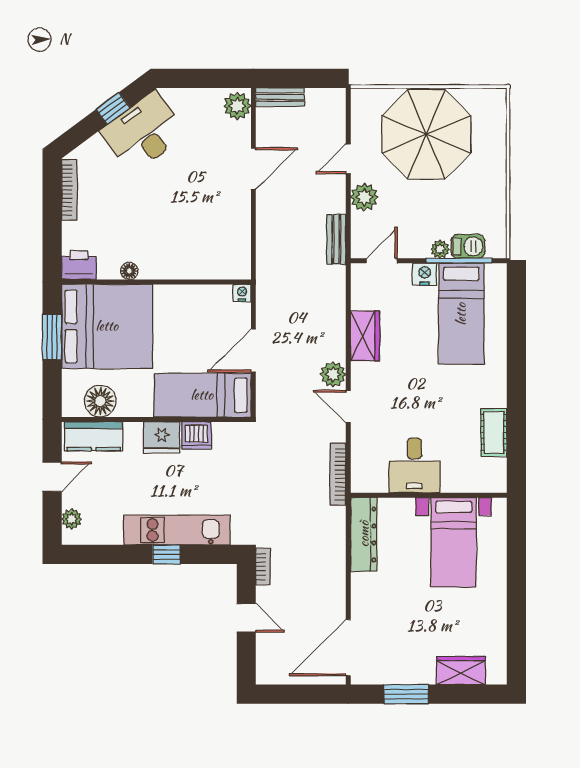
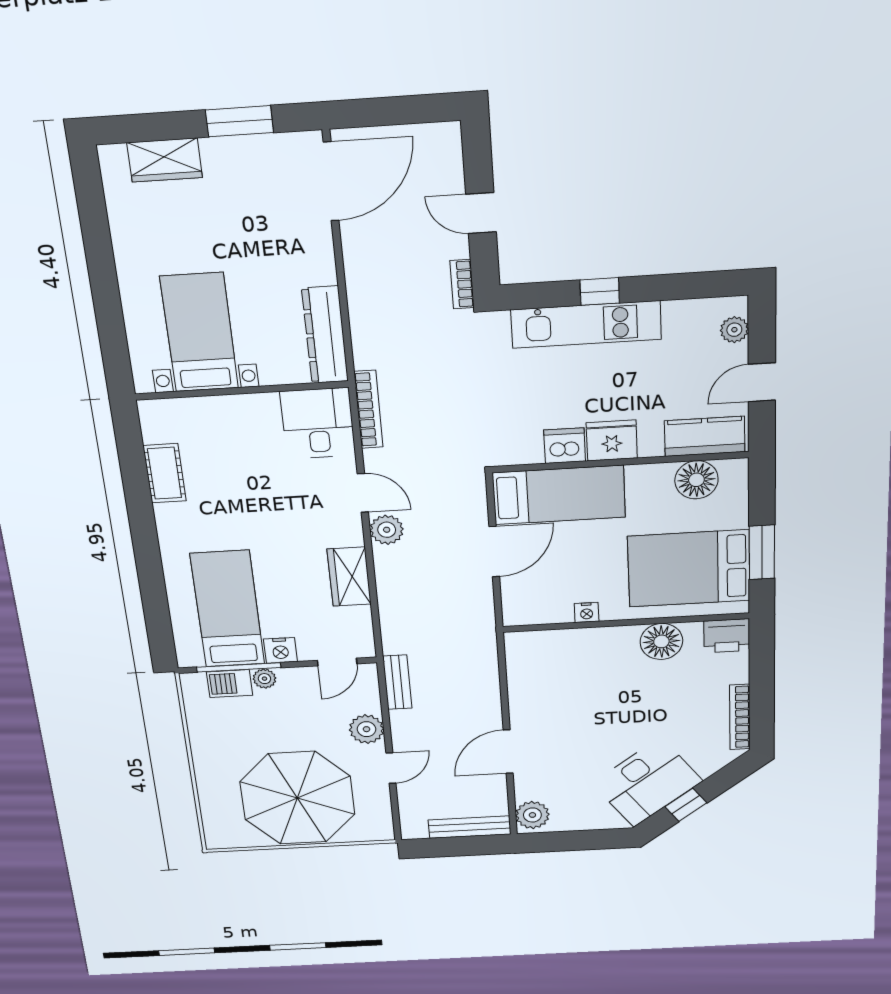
bench: (280, 97) -> (470, 827), width x1.36
floor lamp: (129, 271) -> (661, 641), width x1.89, depth x1.89
nightstand: (242, 293) -> (587, 612), moved
bed: (107, 326) -> (689, 568), width x0.73
desk: (414, 465) -> (318, 423), moved

